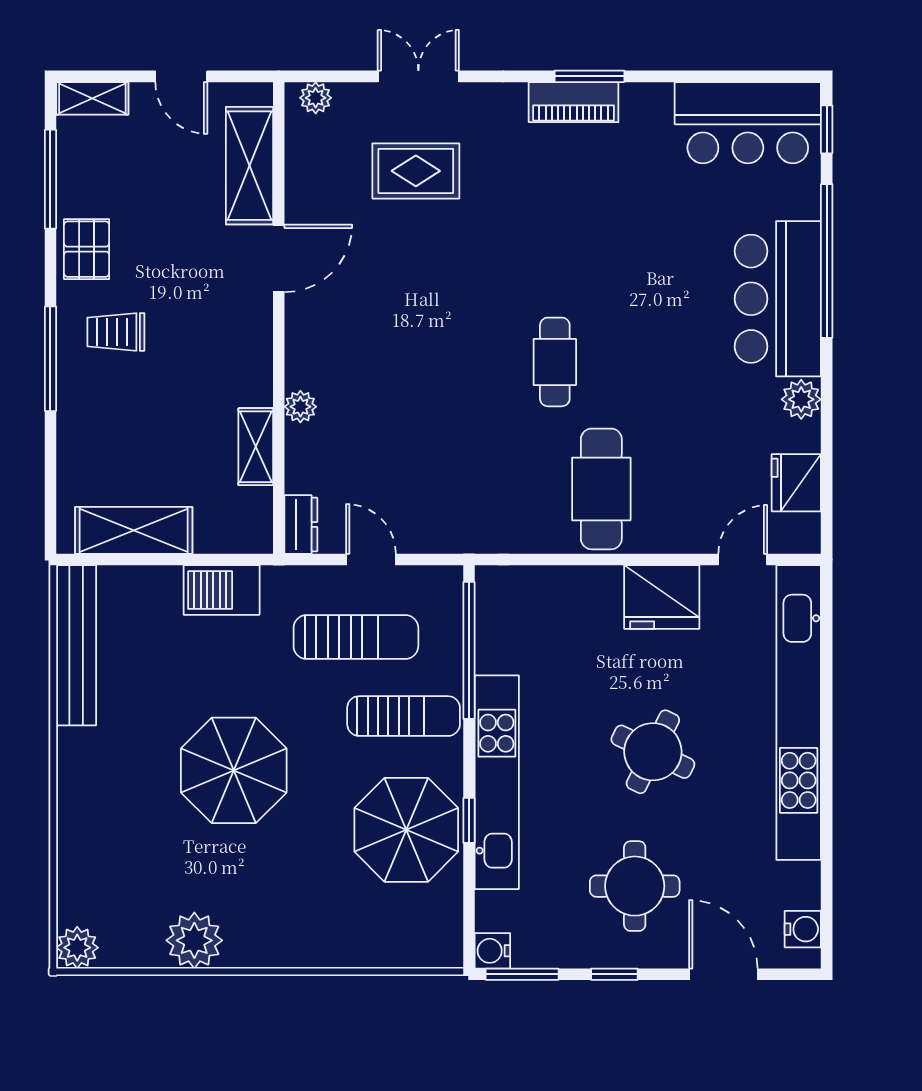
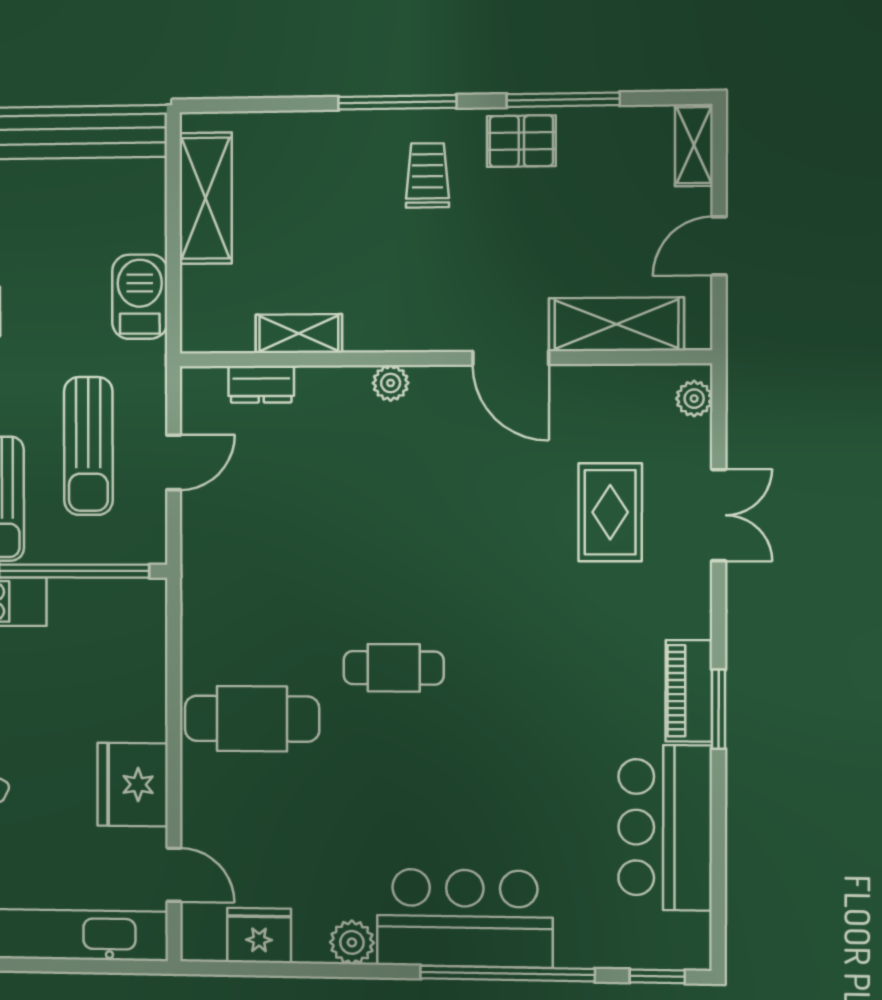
bar counter: (748, 123) -> (665, 827), moved
window: (50, 179) -> (563, 100), moved
plant: (300, 407) -> (391, 383), moved
dresser: (301, 524) -> (261, 384), moved

